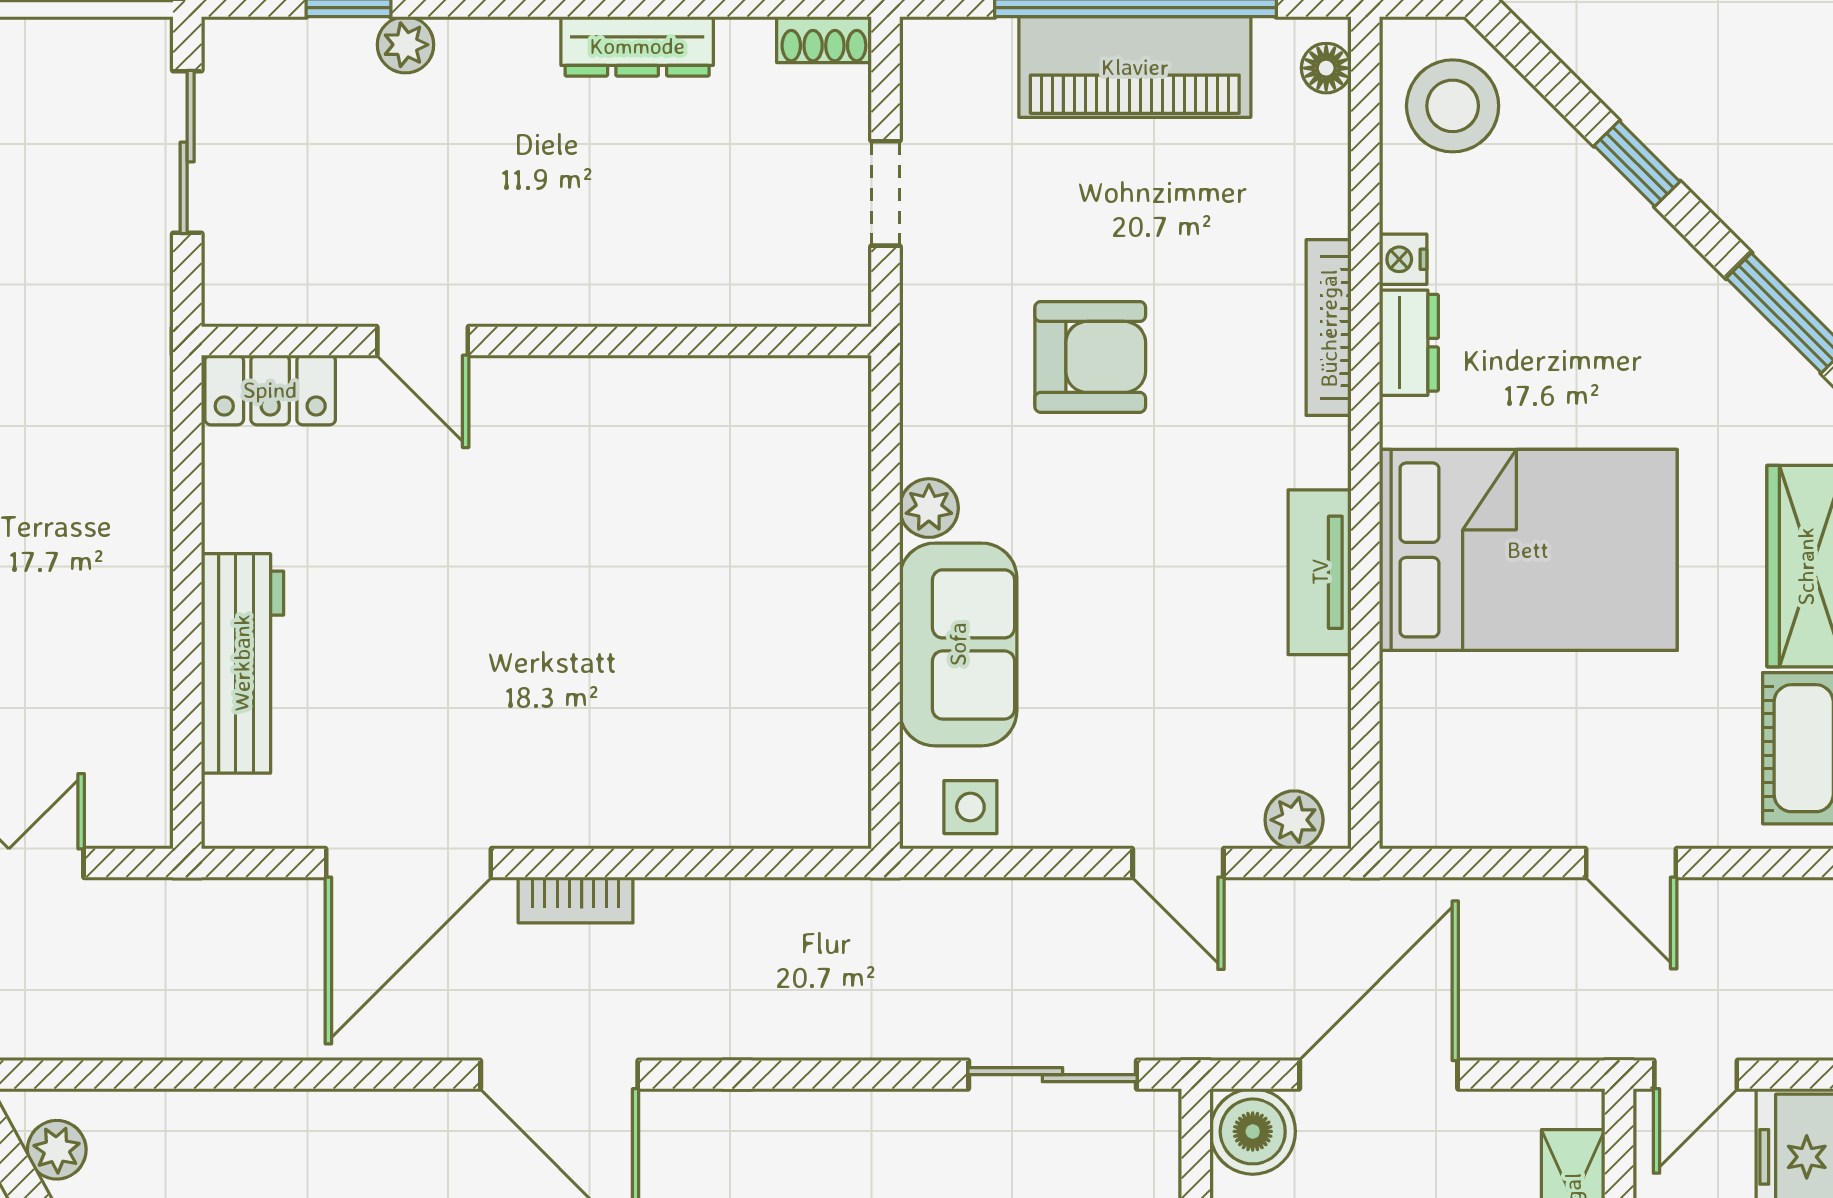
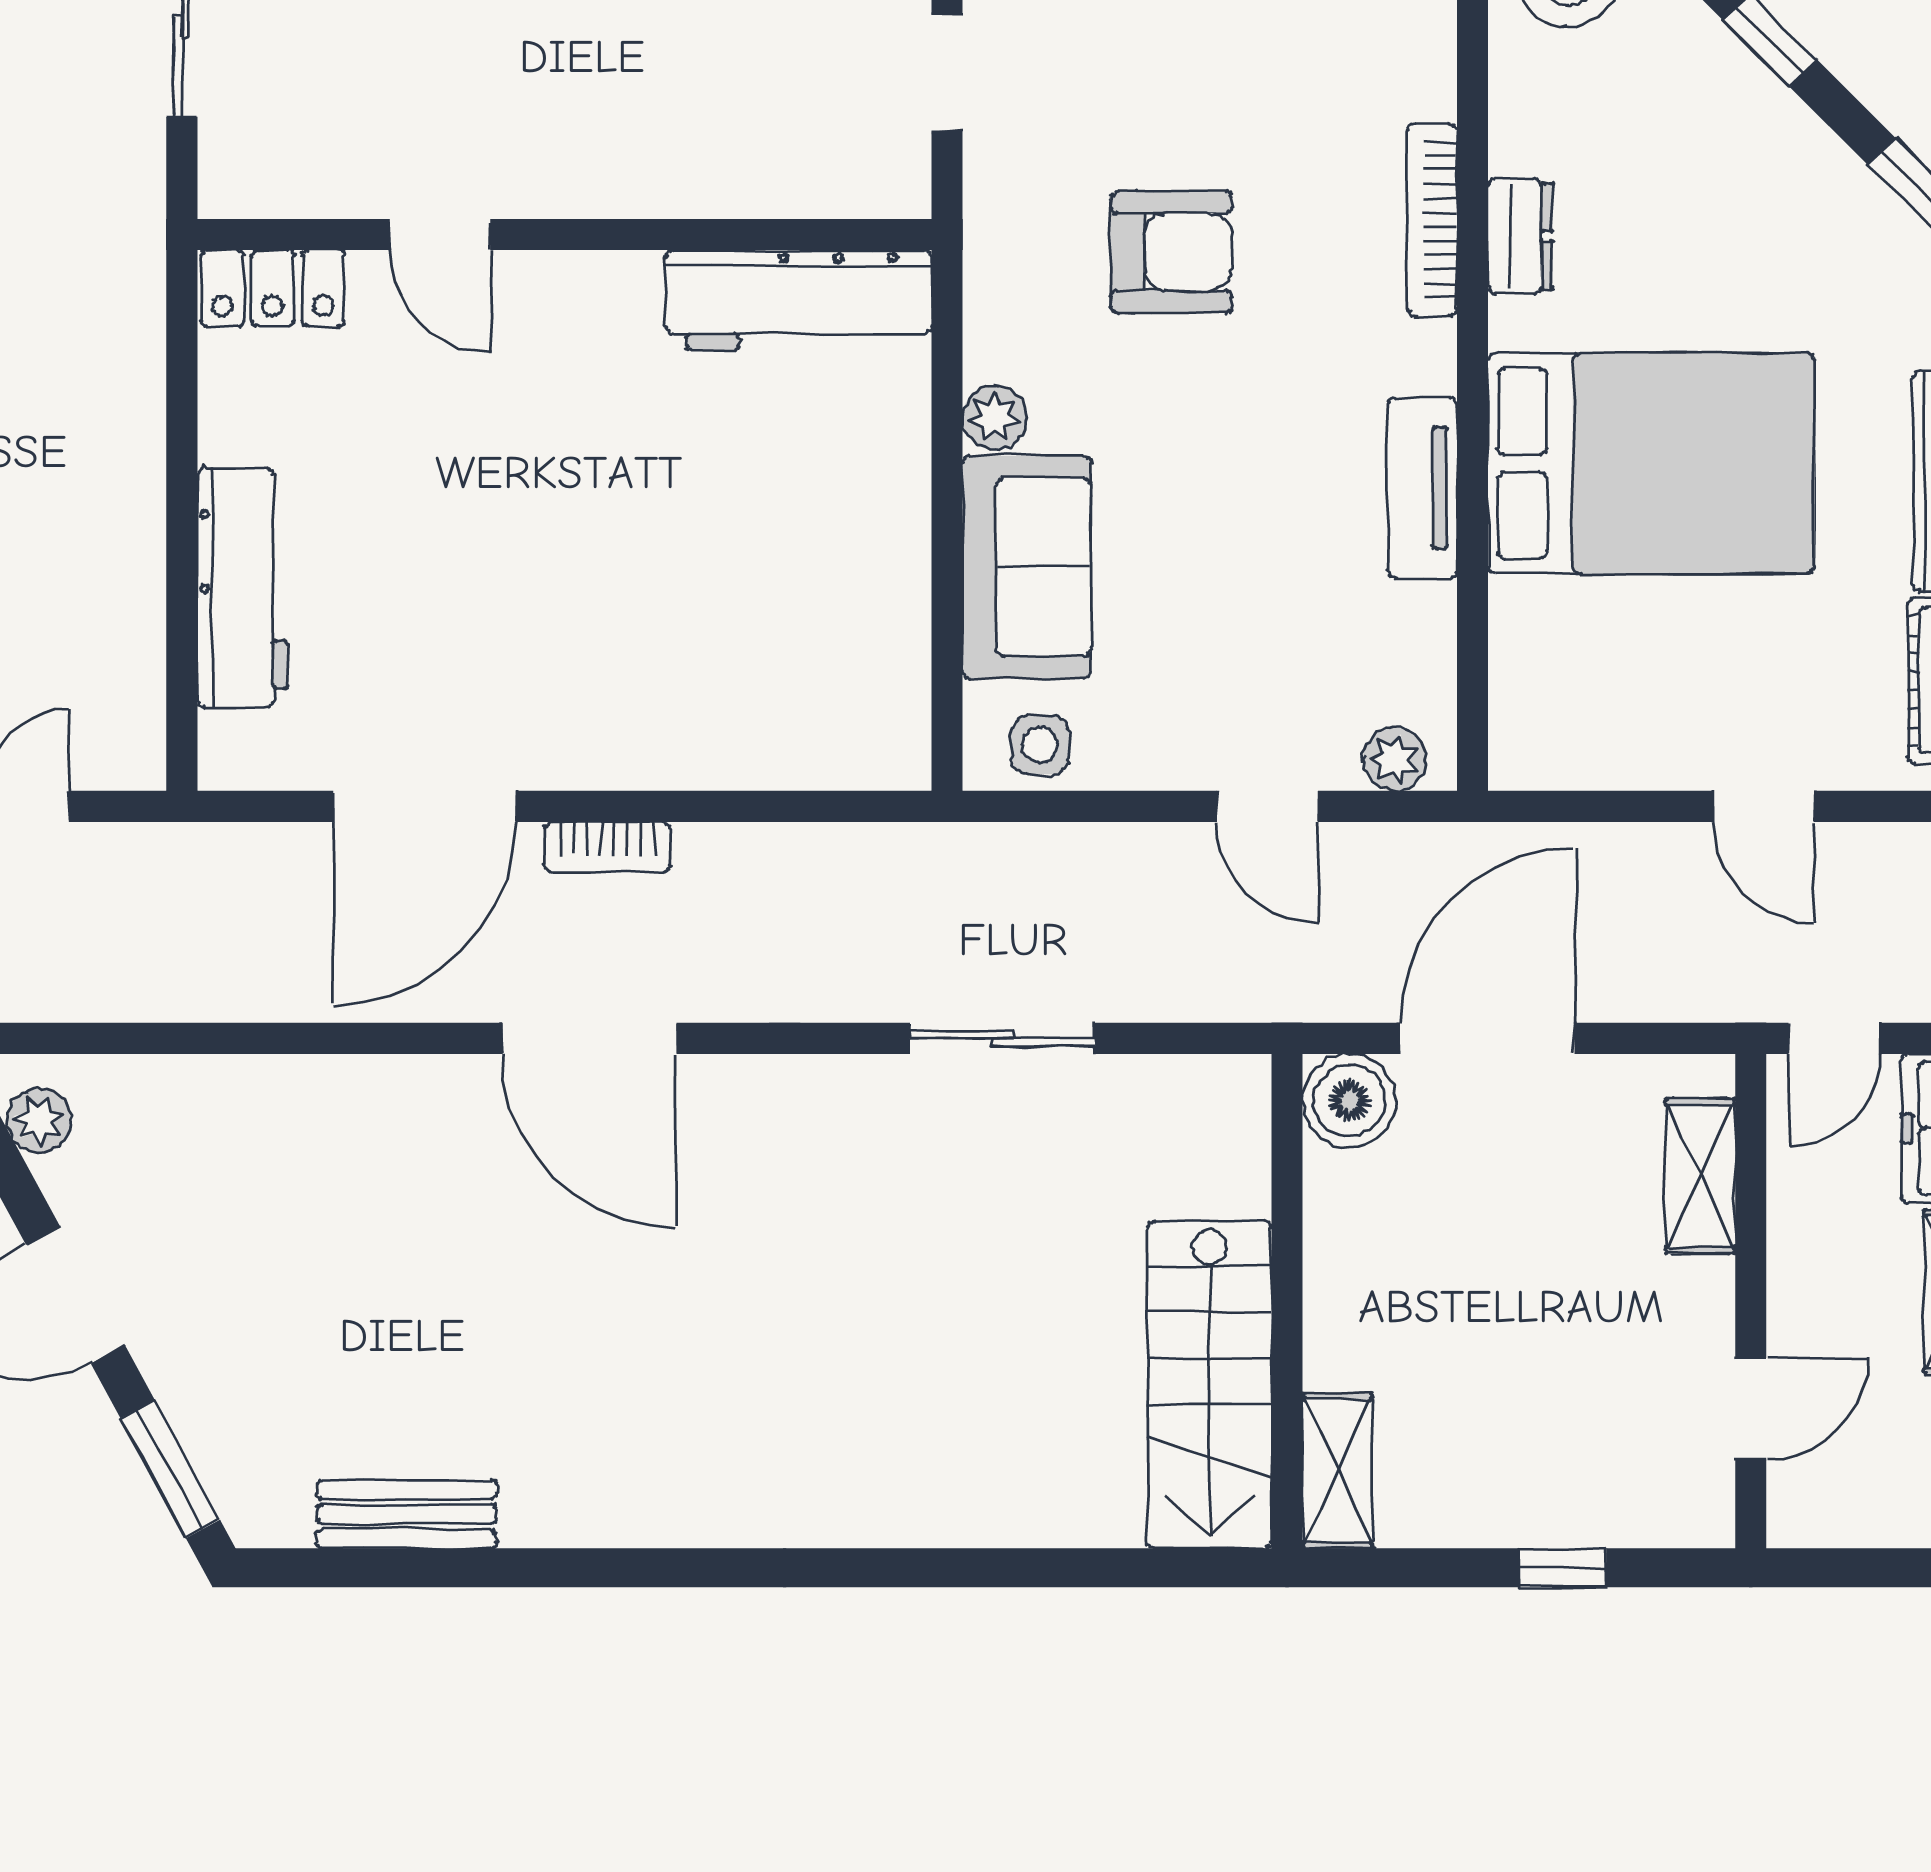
nightstand: (1403, 259) -> (1514, 145), removed
workbench: (750, 401) -> (799, 300), added
sliding door: (1052, 1075) -> (1003, 1038), moved

